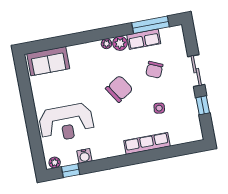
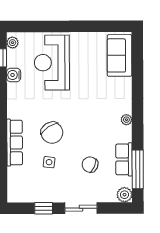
plant: (120, 43) -> (124, 195), moved
chair: (119, 89) -> (52, 133), moved

